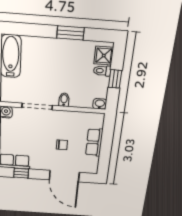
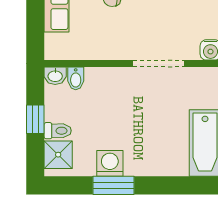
washing machine: (72, 47) -> (110, 163), added
bidet: (64, 100) -> (76, 78), moved

